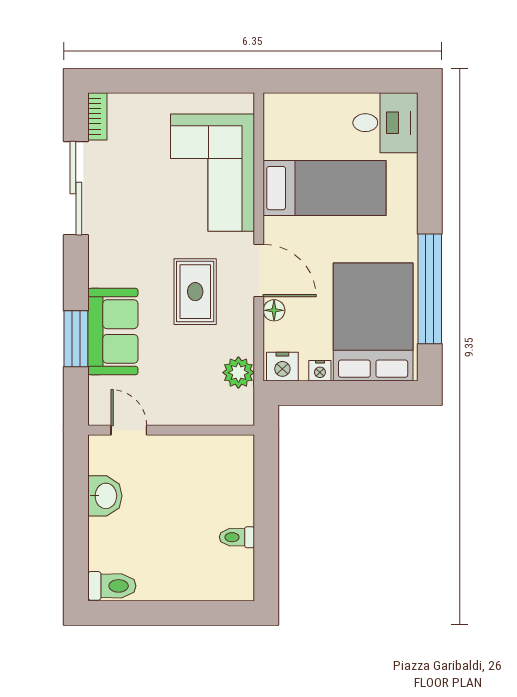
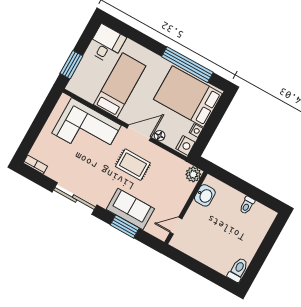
window: (313, 81) -> (71, 65), added
sliding door: (76, 188) -> (75, 198), moved
plant: (238, 373) -> (193, 174), moved
washbasin: (105, 496) -> (205, 195), moved, turned 90

